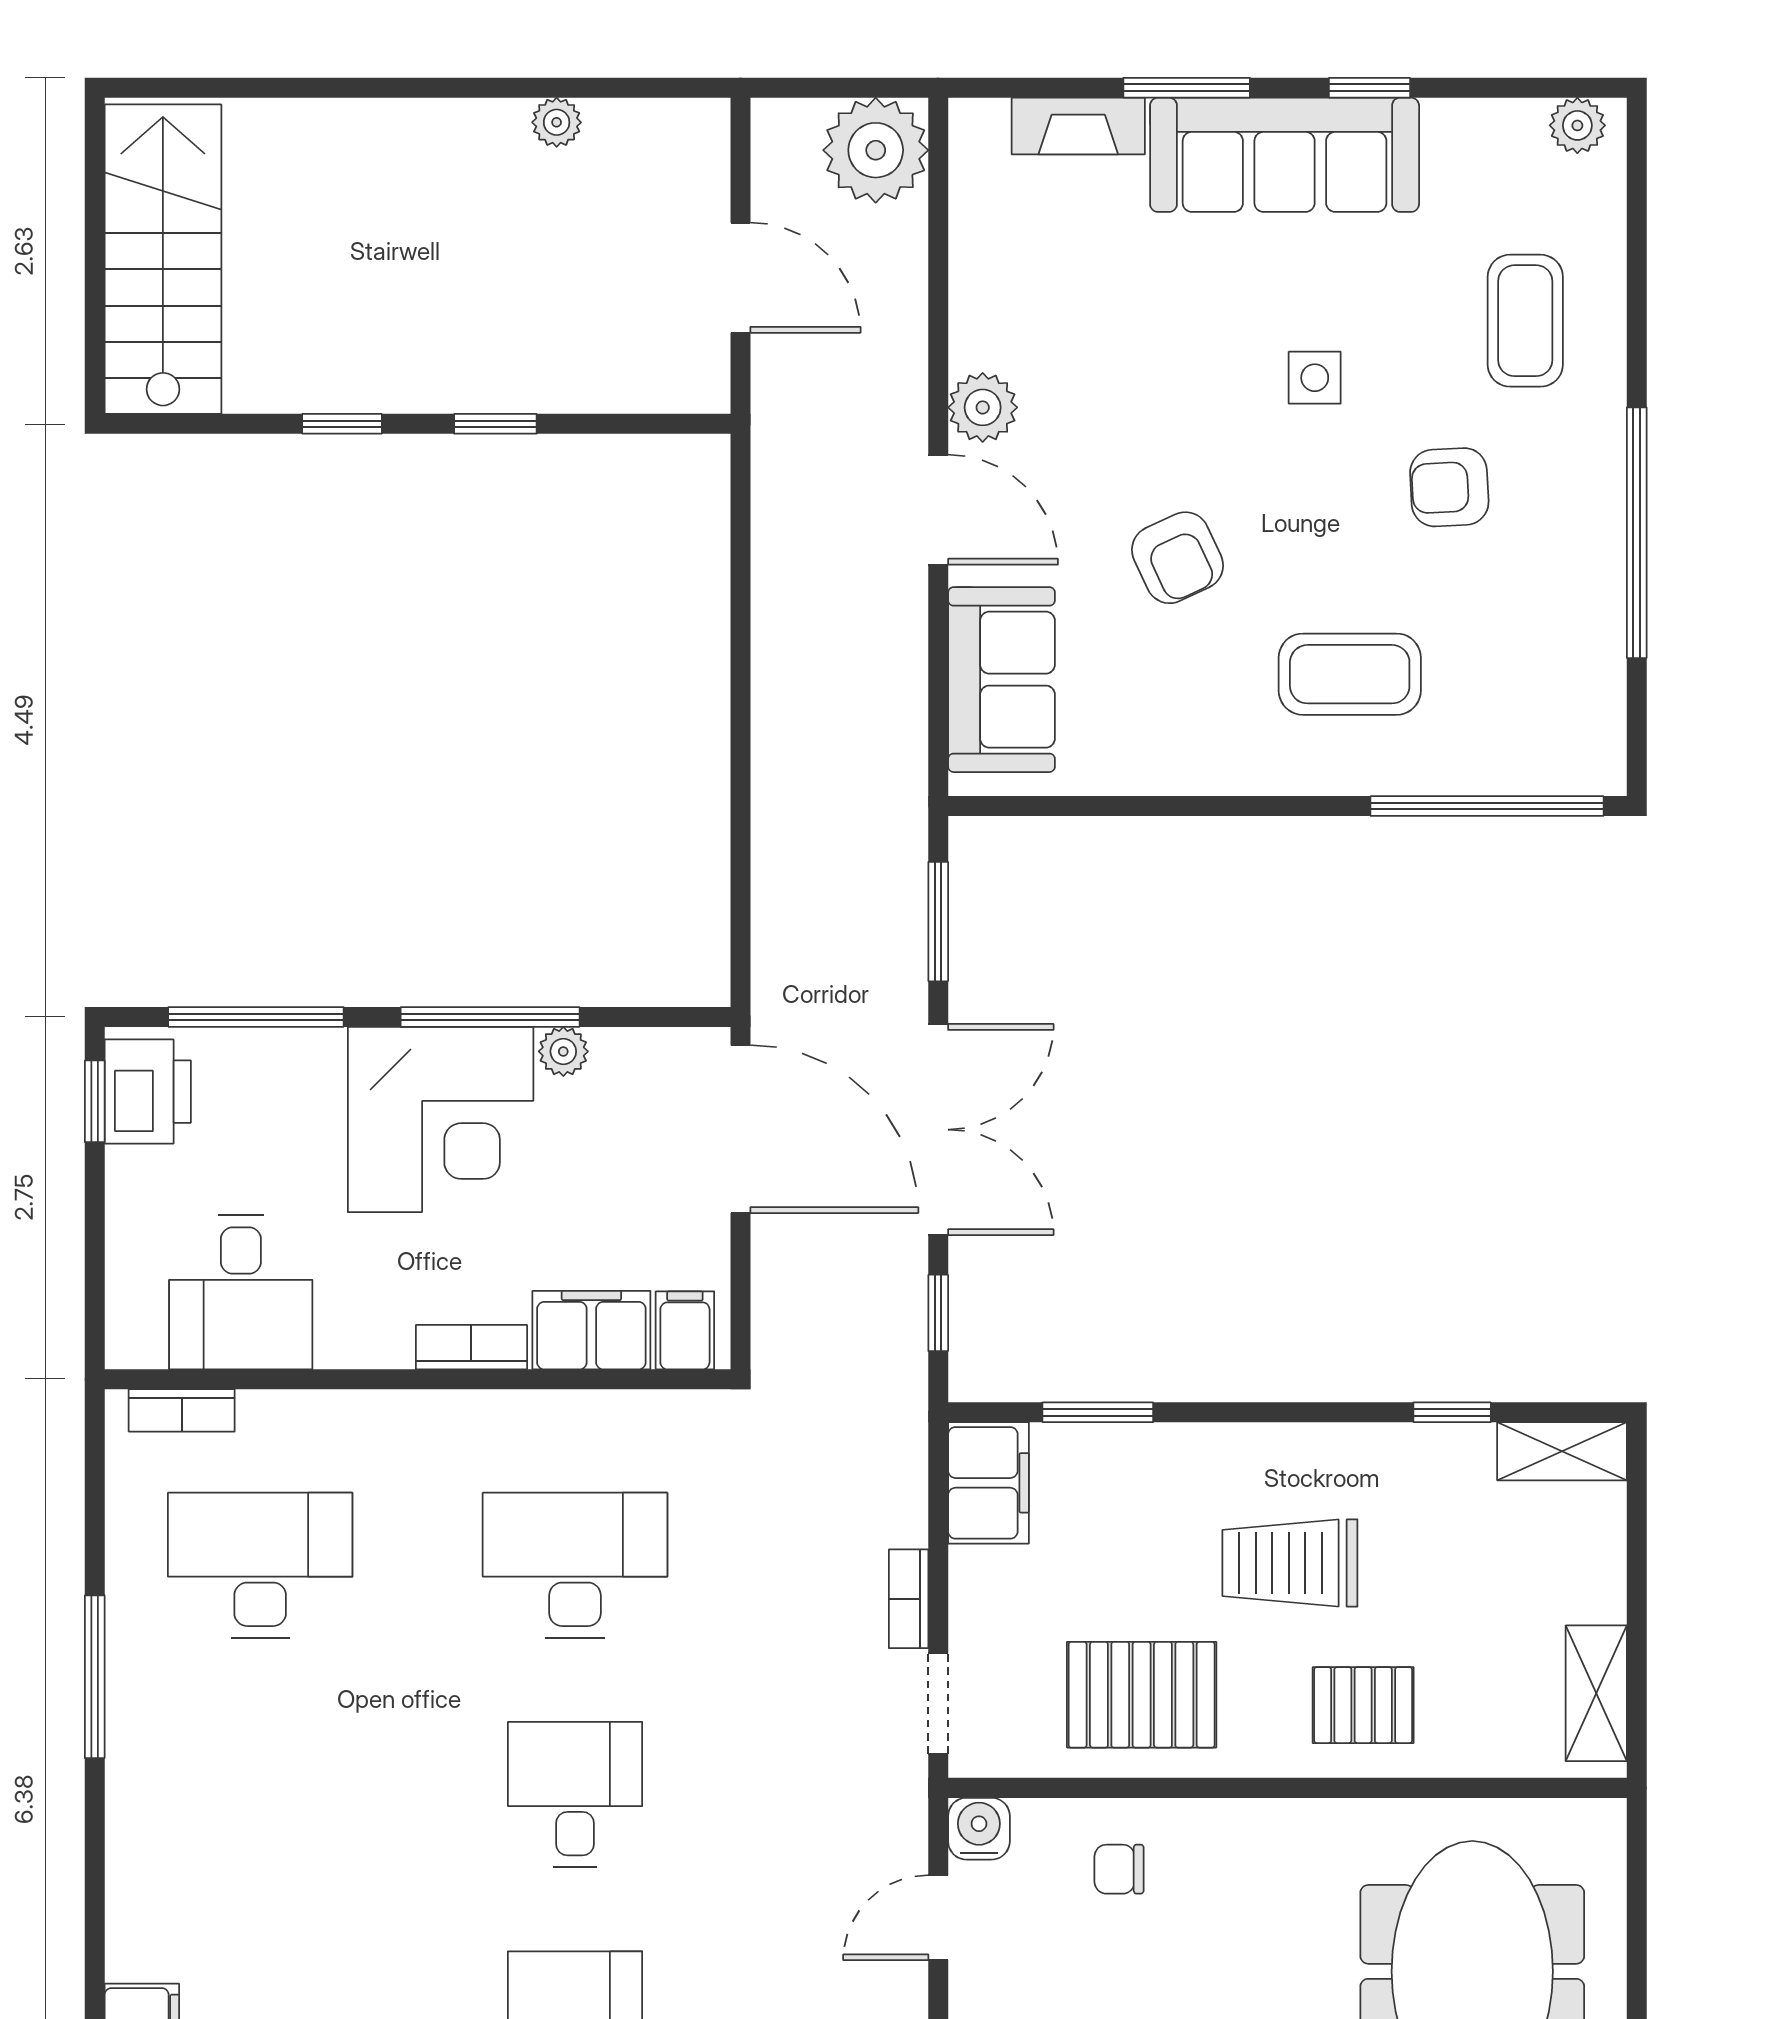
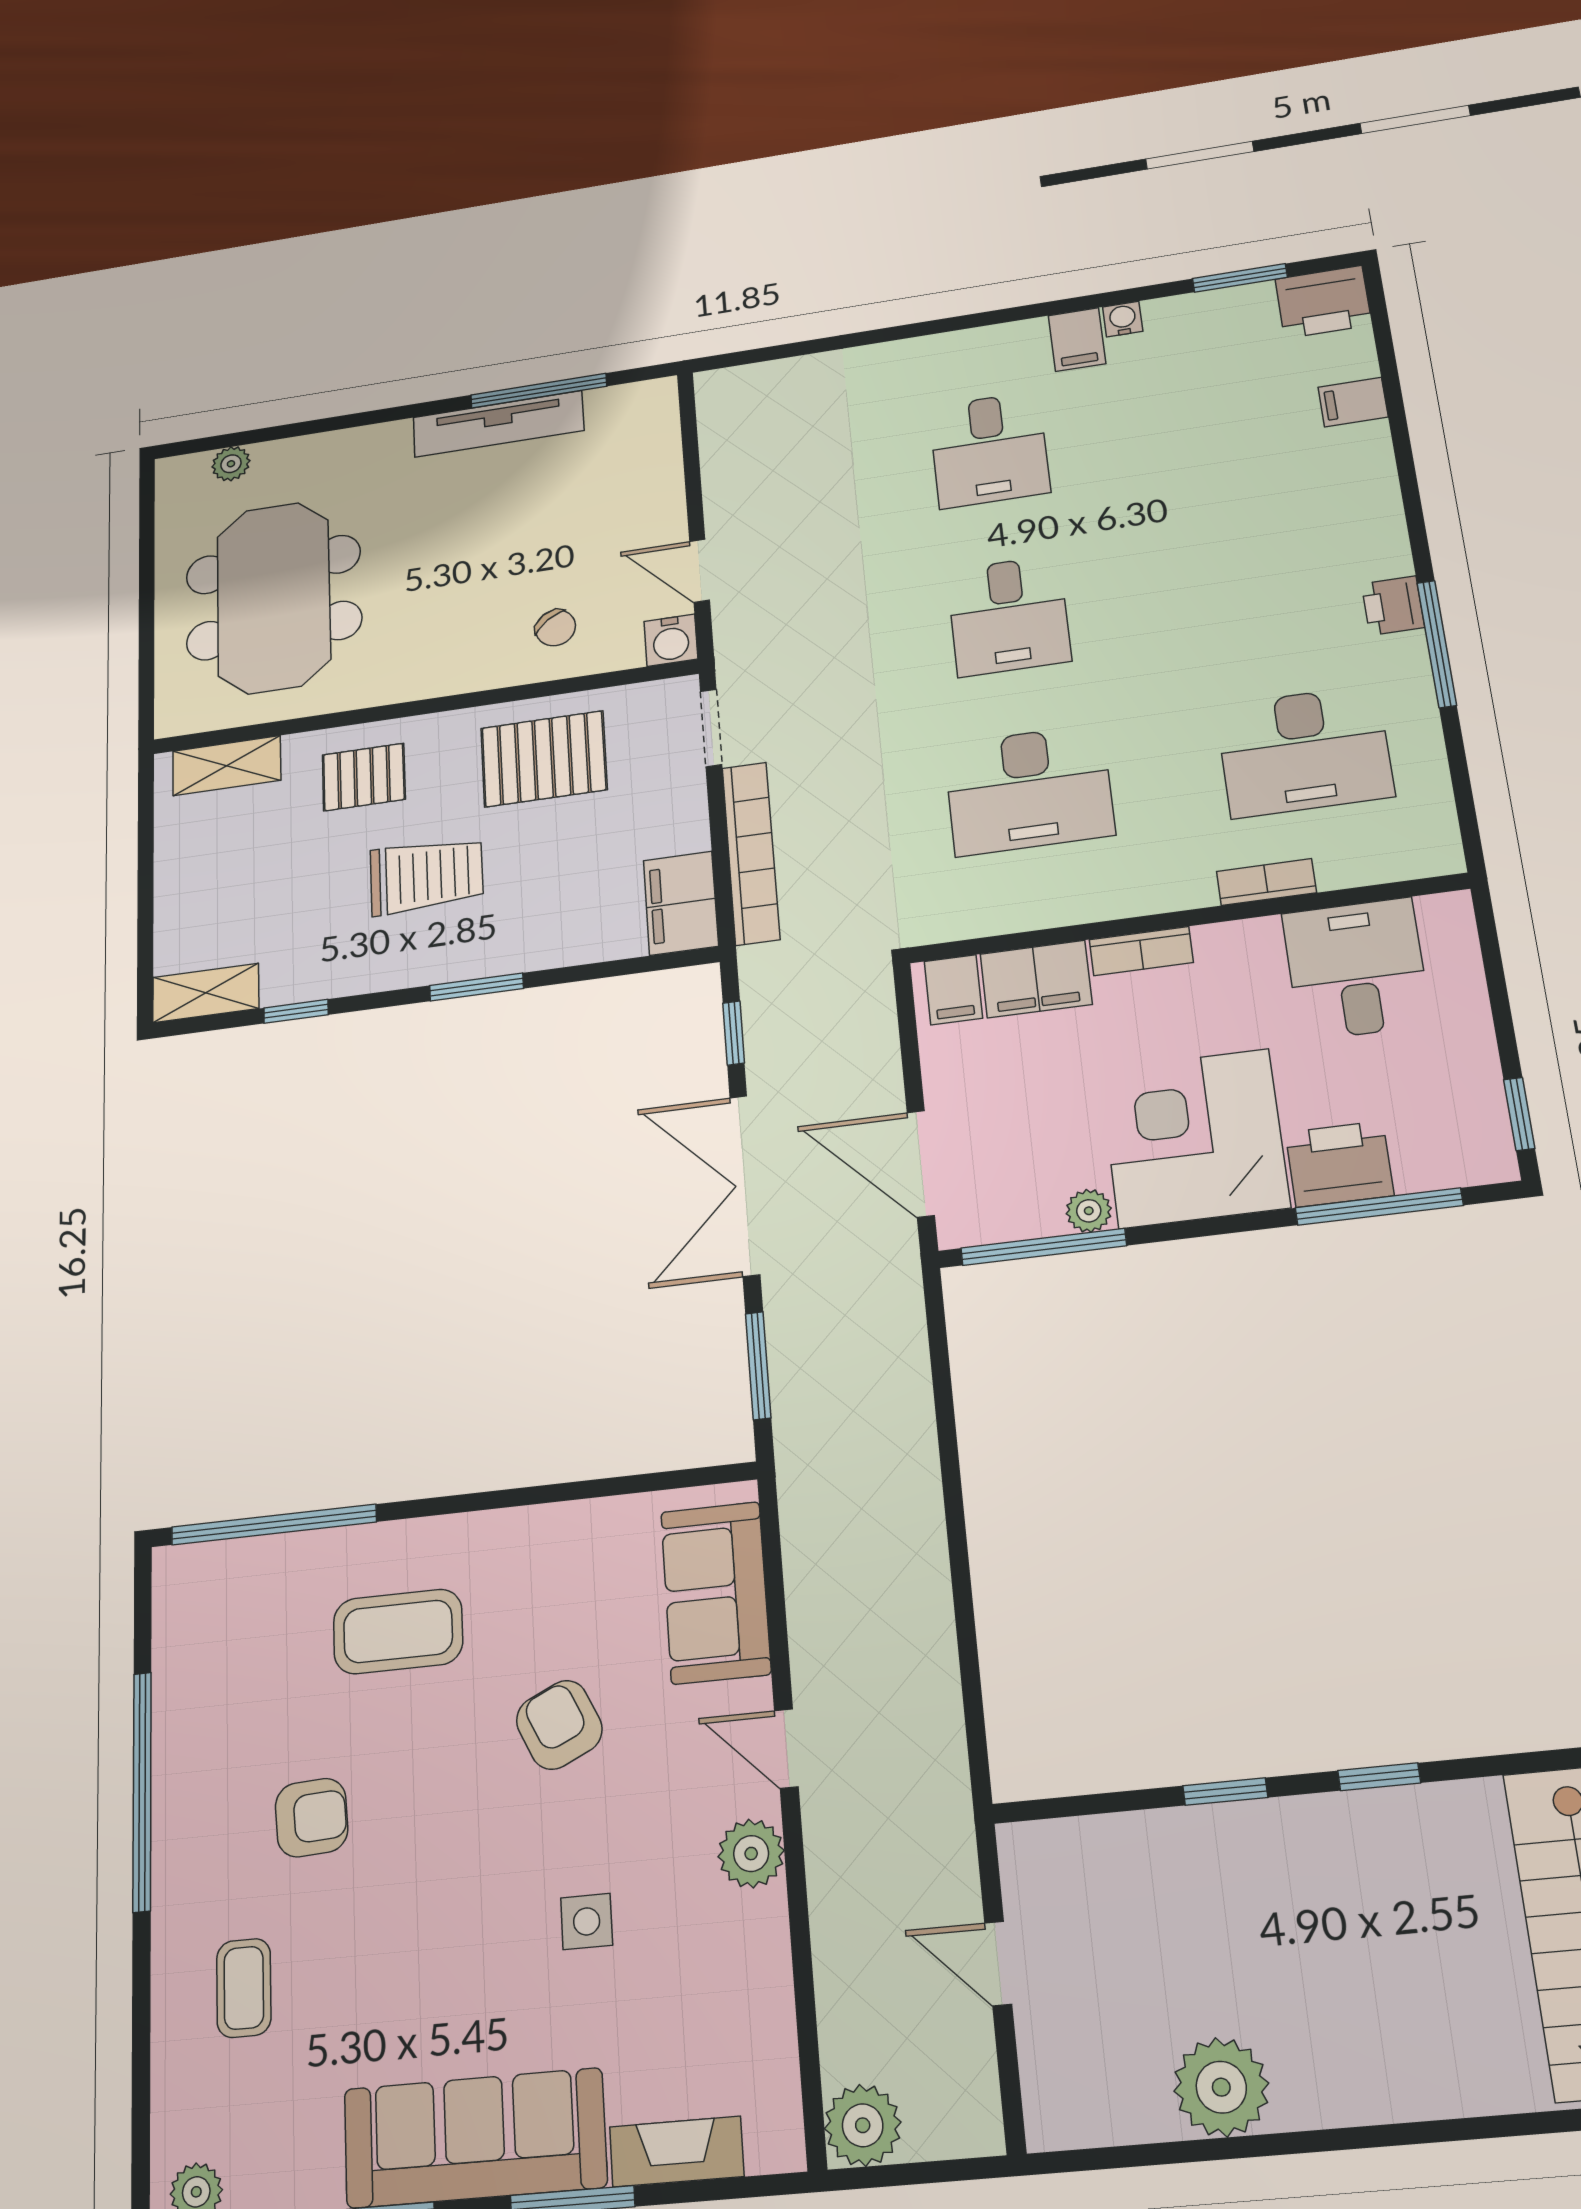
plant: (557, 122) -> (1221, 2087), width x1.88, depth x1.88
plant: (876, 150) -> (863, 2125), width x0.73, depth x0.73
door: (740, 278) -> (998, 1964), width x0.73
coffee table: (1525, 321) -> (244, 1988), width x0.73, depth x0.77
side table: (1315, 378) -> (587, 1921), moved
door: (938, 510) -> (786, 1749), width x0.73
window: (490, 1017) -> (1043, 1247), moved
printer: (148, 1092) -> (1339, 1164), moved, turned 90
door: (740, 1129) -> (921, 1164), width x0.73
bookcase: (182, 1410) -> (1266, 882), moved
window: (1098, 1412) -> (477, 987), moved
bookcase: (909, 1599) -> (751, 853), width x2.31, depth x1.31
shelving: (1596, 1693) -> (227, 766), moved, turned 90
printer: (136, 1734) -> (1393, 606), added
chair: (1119, 1869) -> (556, 628), turned 54
door: (938, 1918) -> (699, 571), swing flipped

